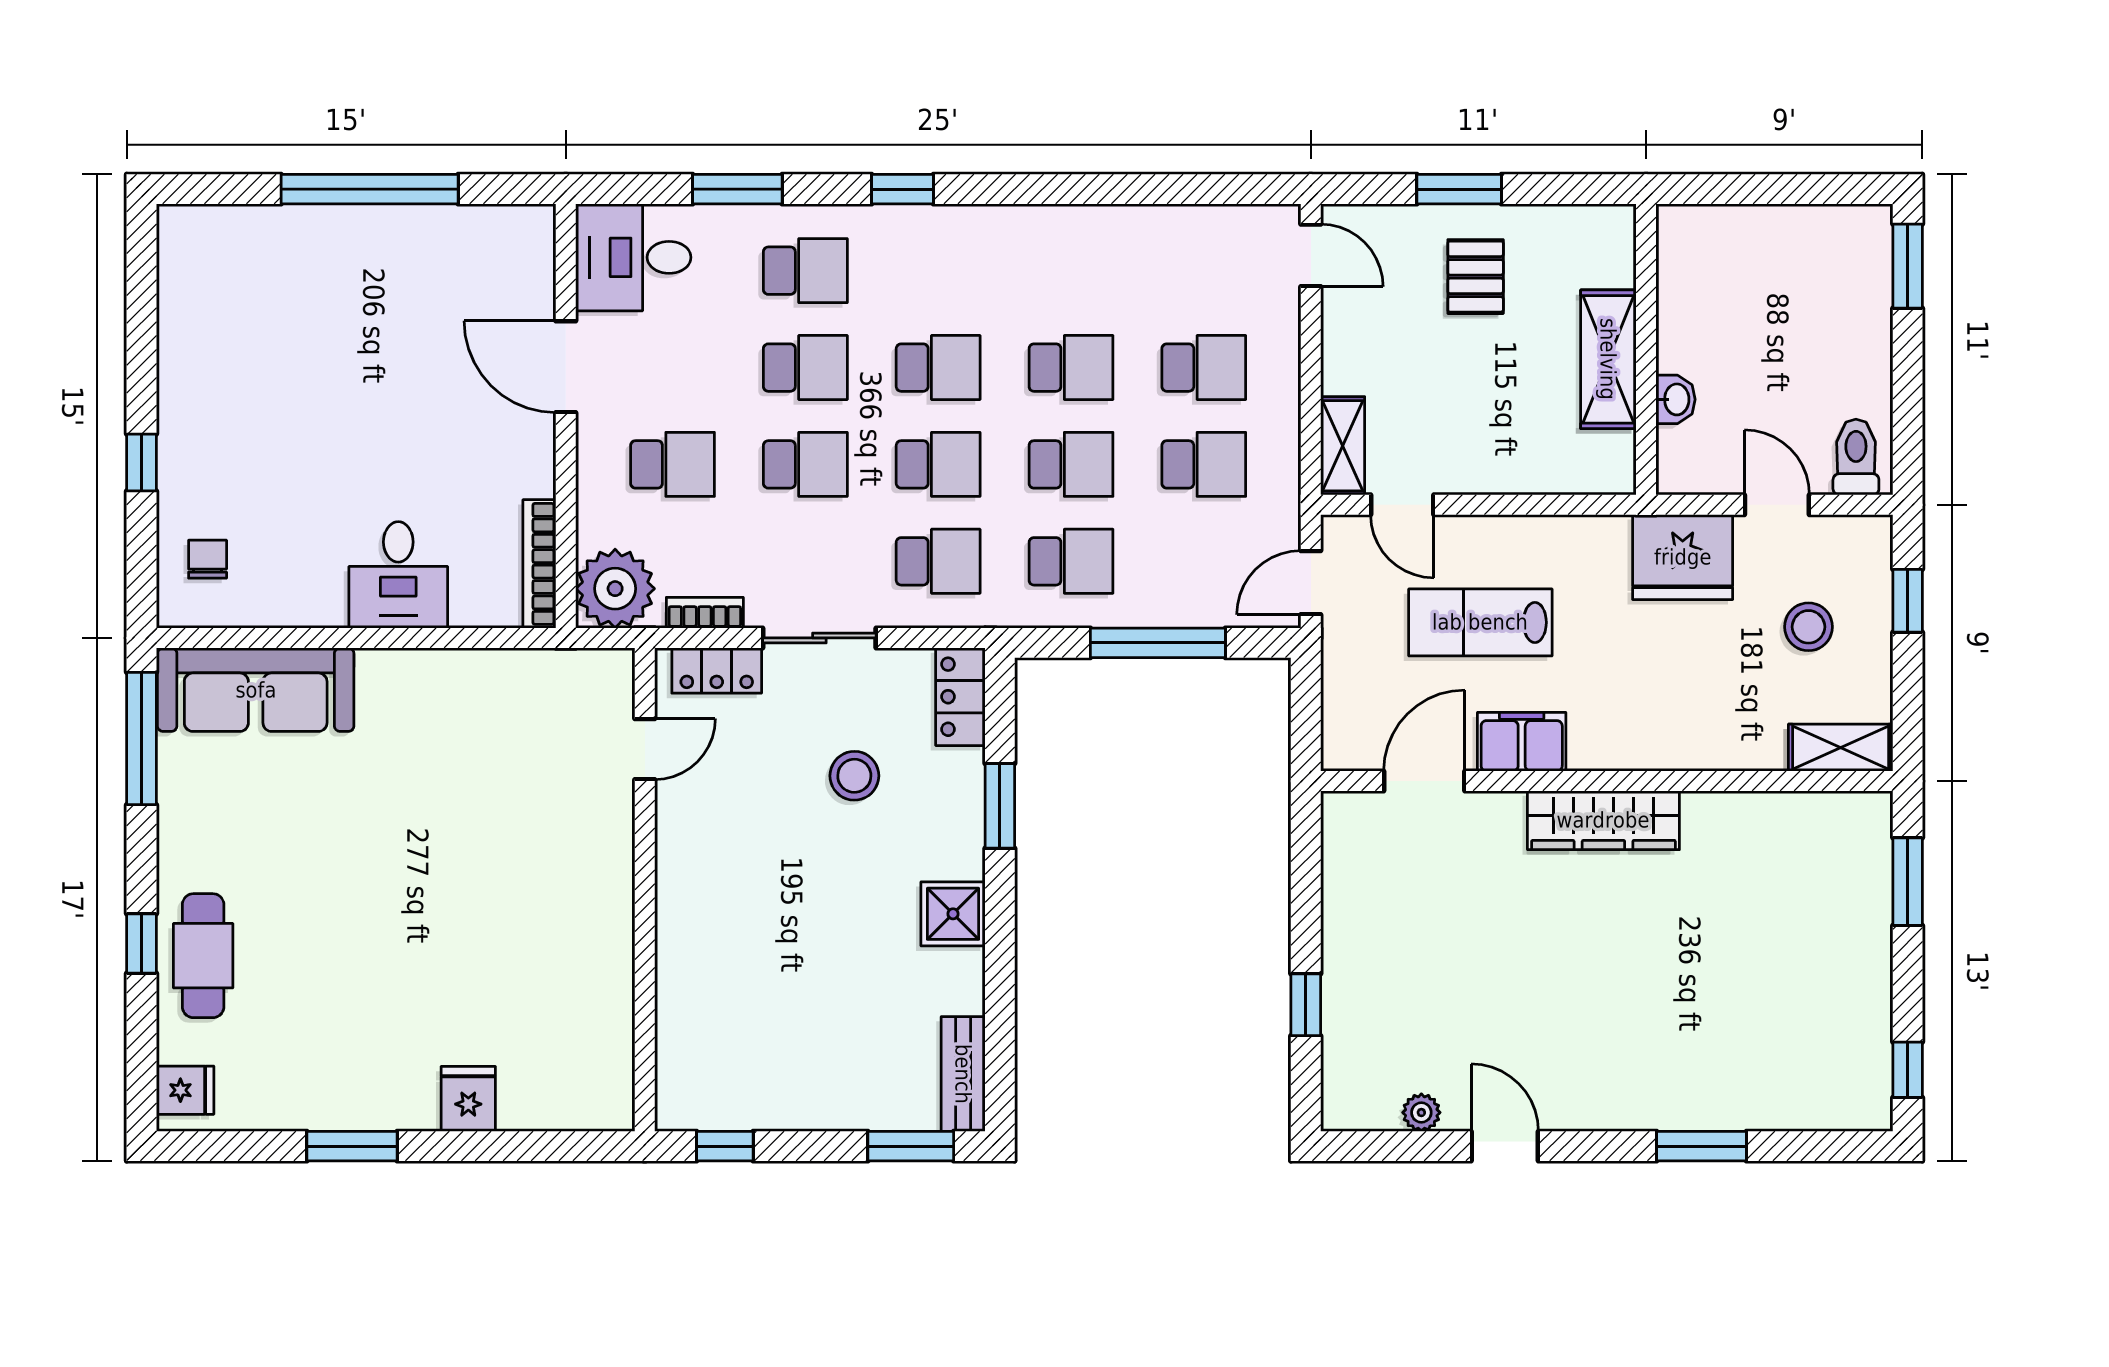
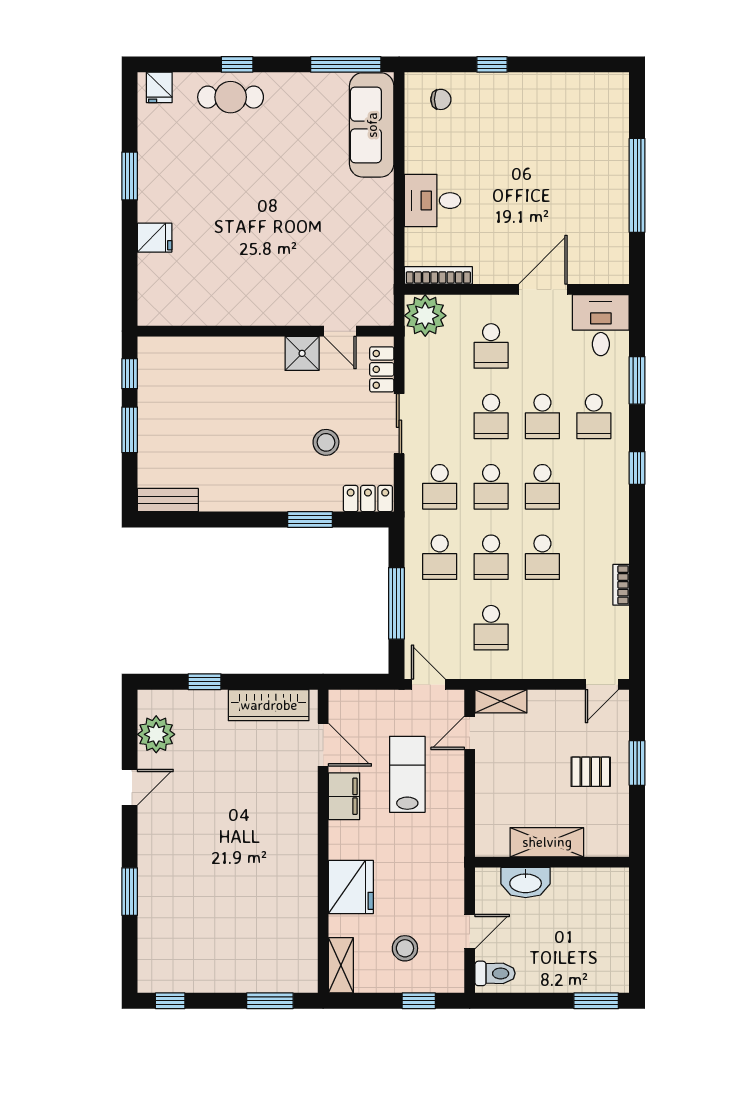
school desk: (1204, 368) -> (542, 628), removed
washbasin: (1676, 399) -> (526, 882), width x1.91, depth x1.45
fridge: (1683, 557) -> (351, 887), moved, turned 180
bookcase: (705, 613) -> (621, 585), moved, turned 180
wardrobe: (1603, 820) -> (269, 705), moved, turned -90
shower: (953, 914) -> (302, 353), moved
plant: (1421, 1113) -> (156, 734), width x1.88, depth x1.88
window: (911, 1146) -> (130, 430), moved

